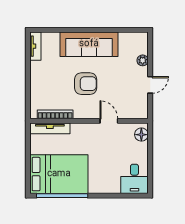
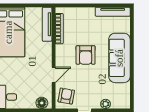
tv unit: (35, 46) -> (113, 12), width x1.41
armchair: (133, 106) -> (66, 96), added

